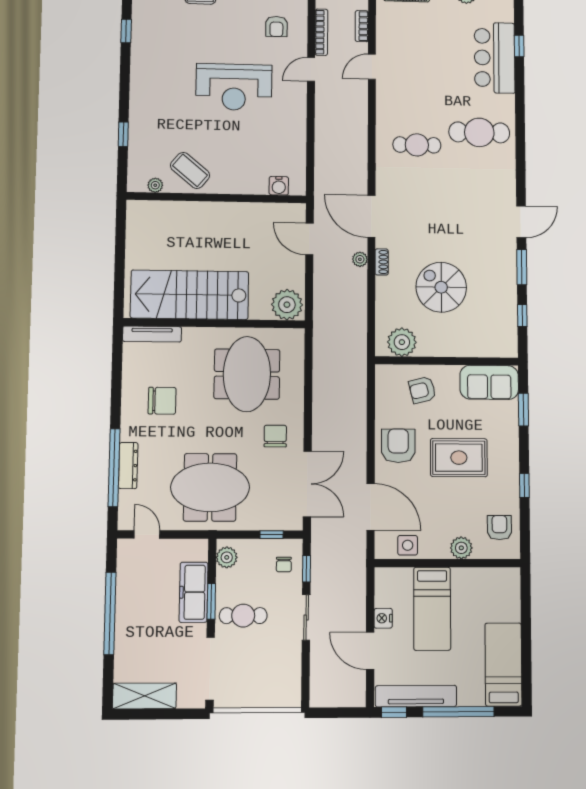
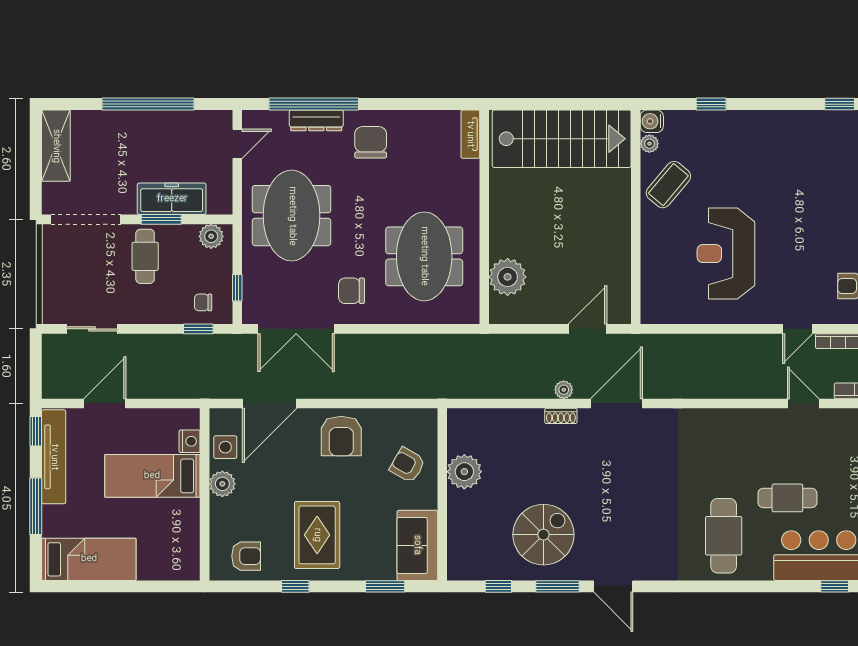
door: (311, 69) -> (798, 329), swing flipped
reception desk: (234, 87) -> (726, 254), moved
cafe table: (417, 145) -> (787, 498), moved, turned 90
water cooler: (279, 186) -> (652, 121), moved
spiral stairs: (441, 287) -> (543, 535), moved
stairs: (190, 295) -> (562, 139), moved, turned 90
plant: (287, 305) -> (508, 277), moved
tv unit: (152, 334) -> (470, 134), width x0.71
plant: (402, 342) -> (464, 472), moved
meeting table: (247, 374) -> (424, 256), turned 90
armchair: (422, 390) -> (407, 465), turned -46
chair: (162, 401) -> (371, 142), moved, turned 180
chair: (275, 436) -> (352, 291), turned 180
armchair: (398, 446) -> (341, 436), turned 90
rug: (459, 458) -> (317, 535), moved
plant: (461, 548) -> (222, 484), moved
sliding door: (306, 617) -> (92, 329), moved
nightstand: (383, 618) -> (190, 441), moved, turned 90
window: (459, 712) -> (36, 506), width x0.68

